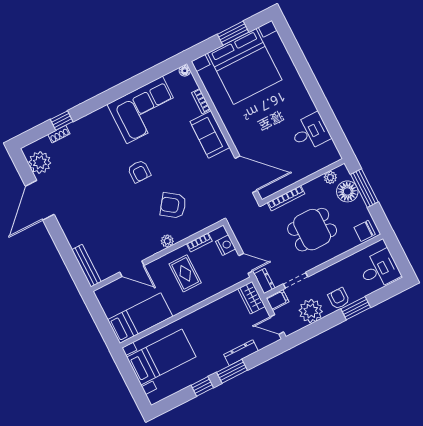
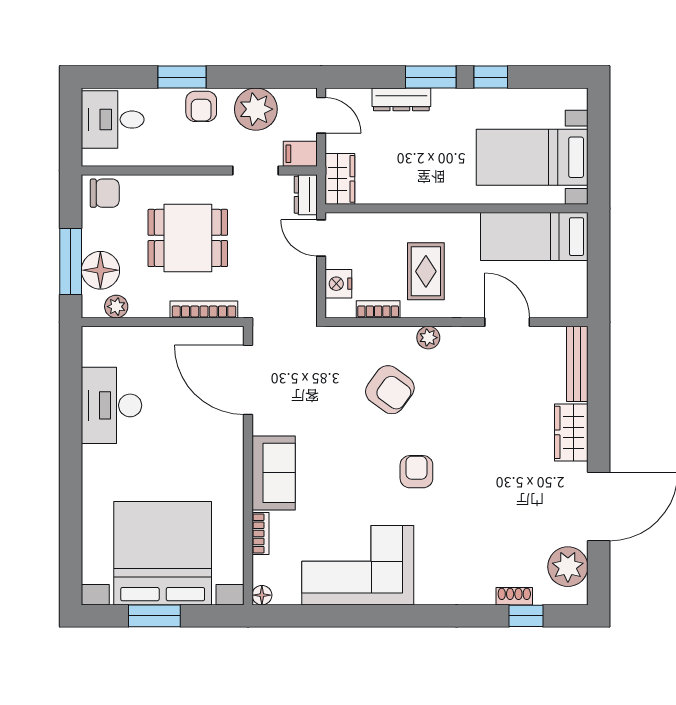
window: (62, 121) -> (526, 616), moved
desk: (310, 132) -> (112, 405), width x1.37
wardrobe: (72, 230) -> (571, 432), added

